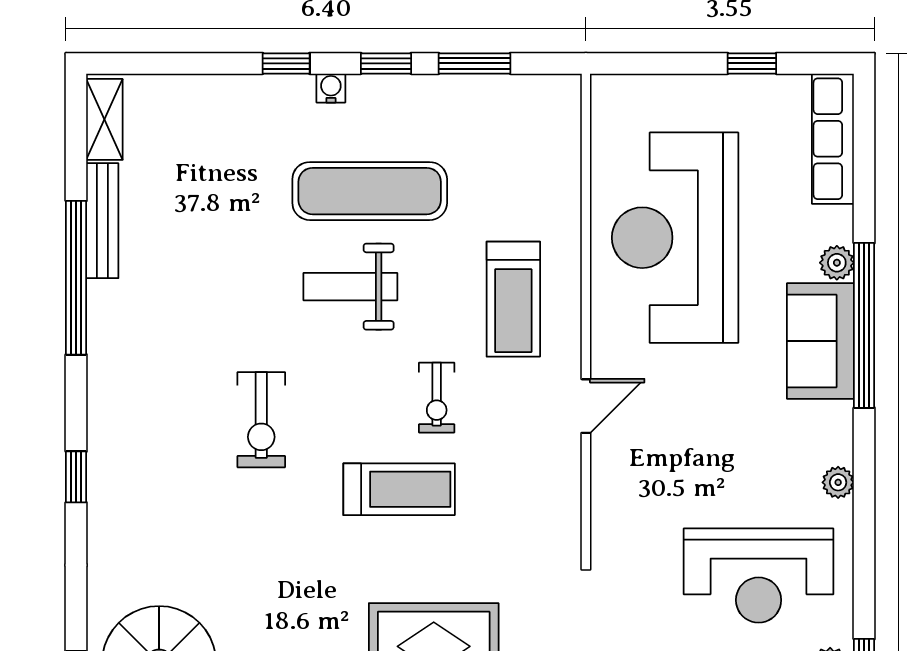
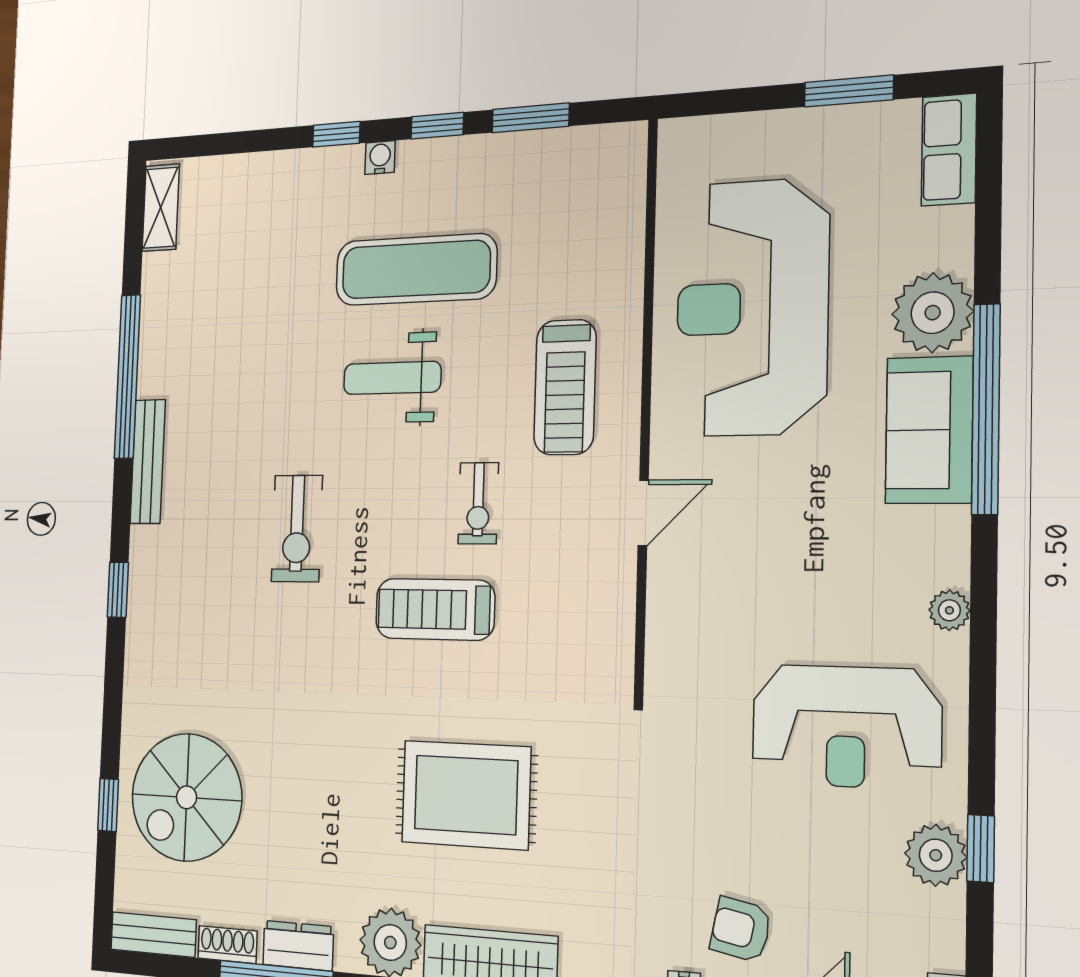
window: (752, 63) -> (849, 91), width x1.50
row of seats: (833, 139) -> (949, 150), width x0.68
bench: (102, 221) -> (148, 462), moved
plant: (837, 263) -> (933, 313), width x1.88, depth x1.88
treadmill: (399, 489) -> (435, 609), turned 180

